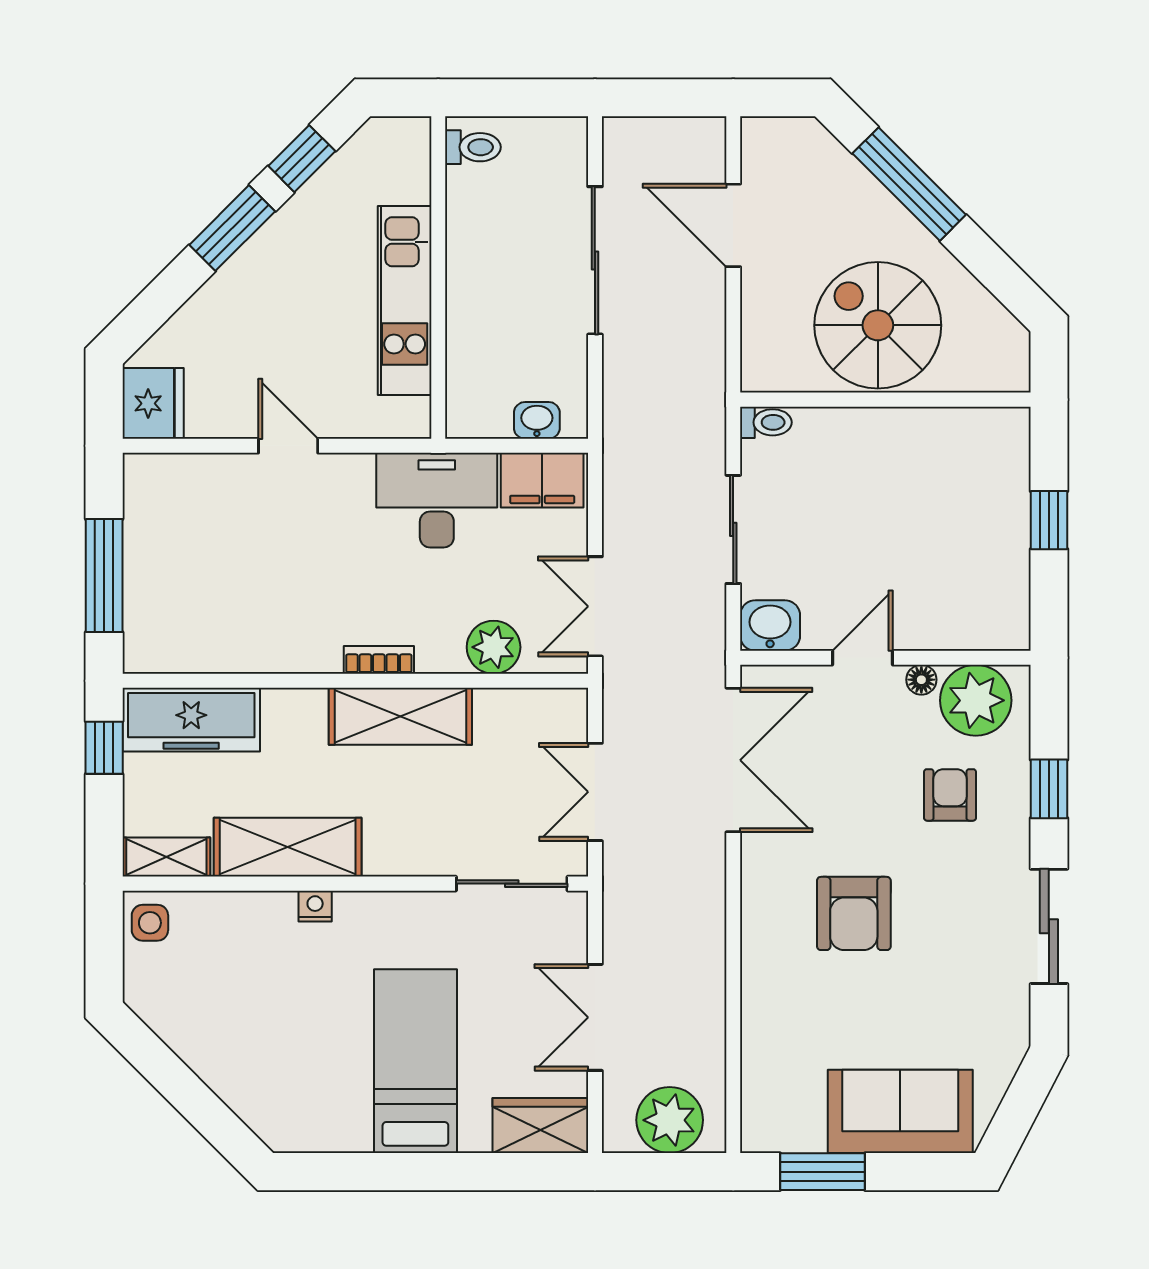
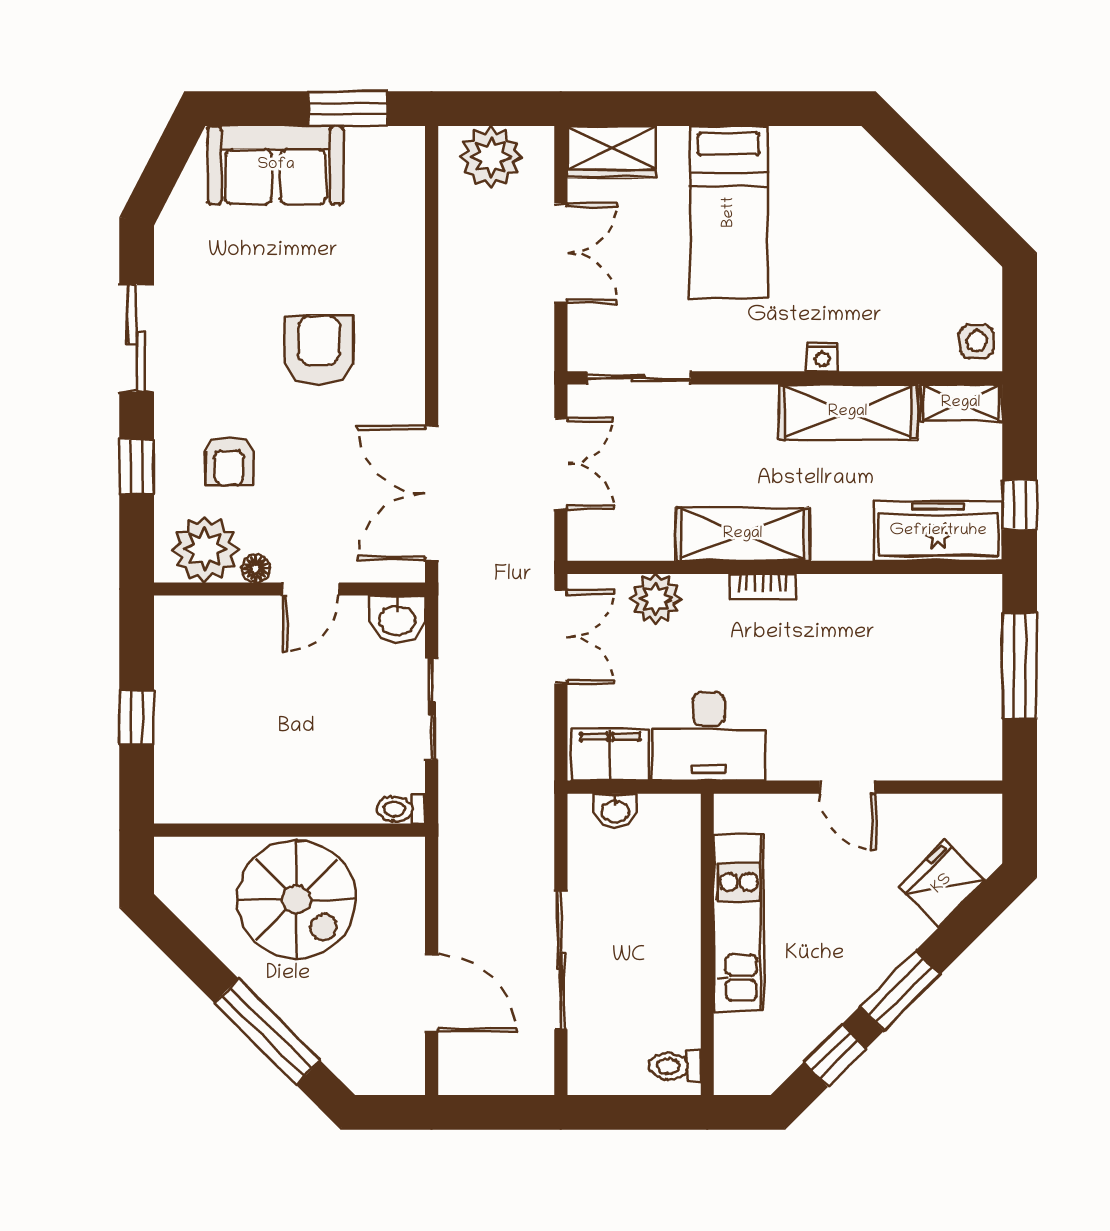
fridge: (153, 403) -> (942, 884), moved, turned 45

